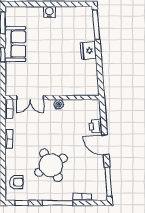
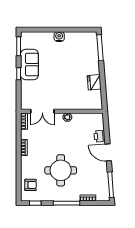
fridge: (88, 51) -> (94, 82), moved
round table: (51, 165) -> (61, 170), turned 30

